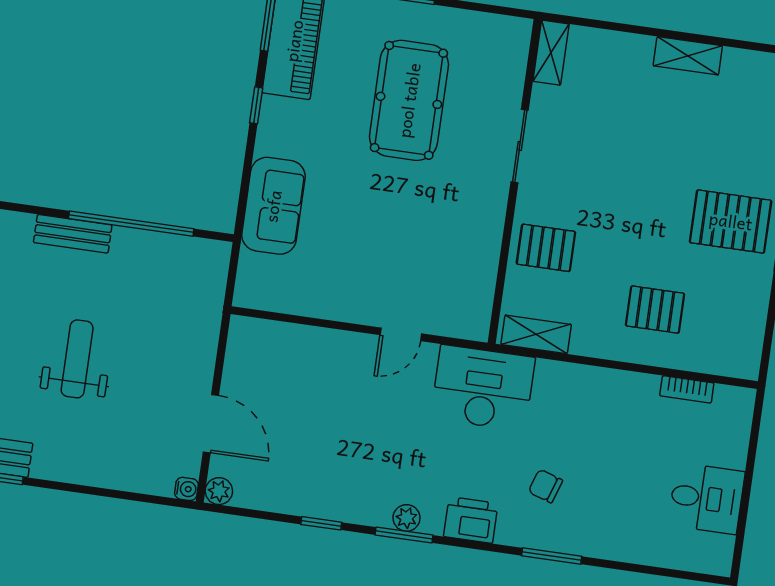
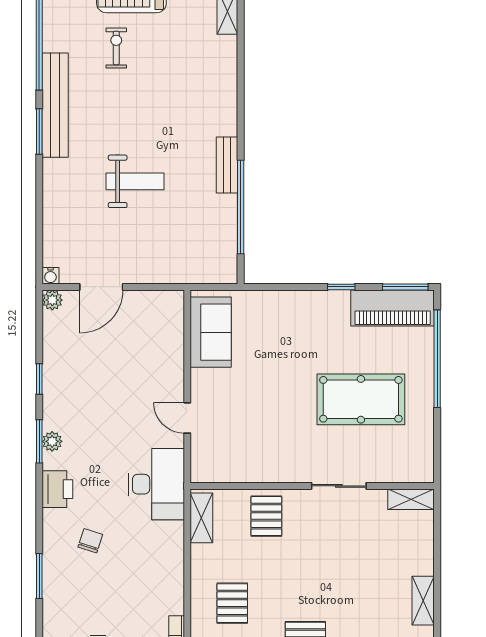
sofa: (273, 206) -> (211, 332), moved, turned -90
window: (552, 556) -> (39, 576), moved

